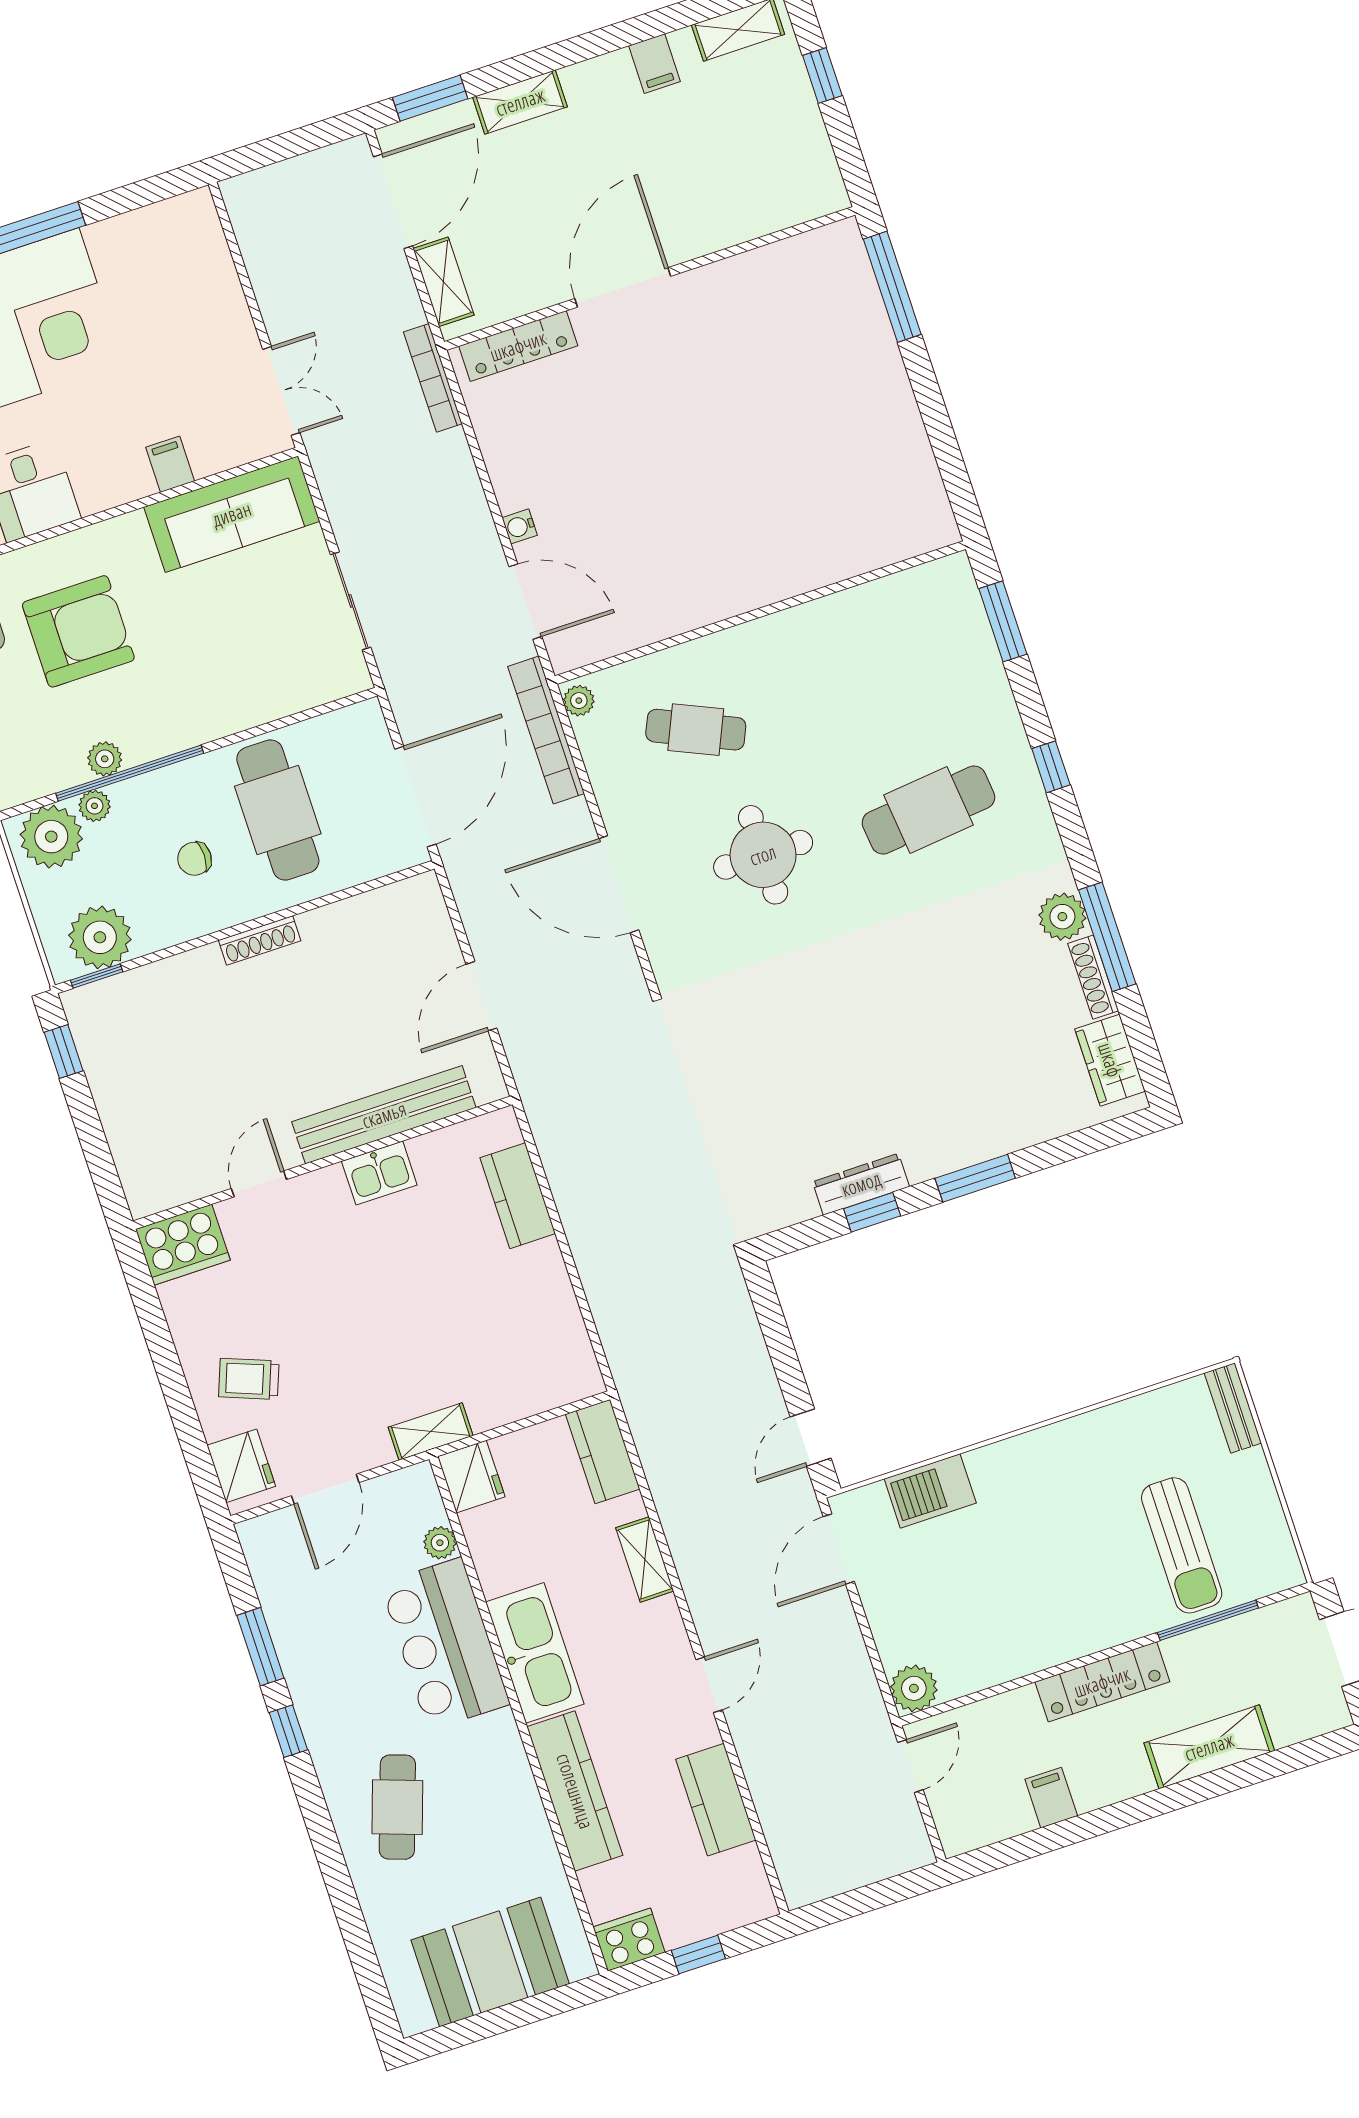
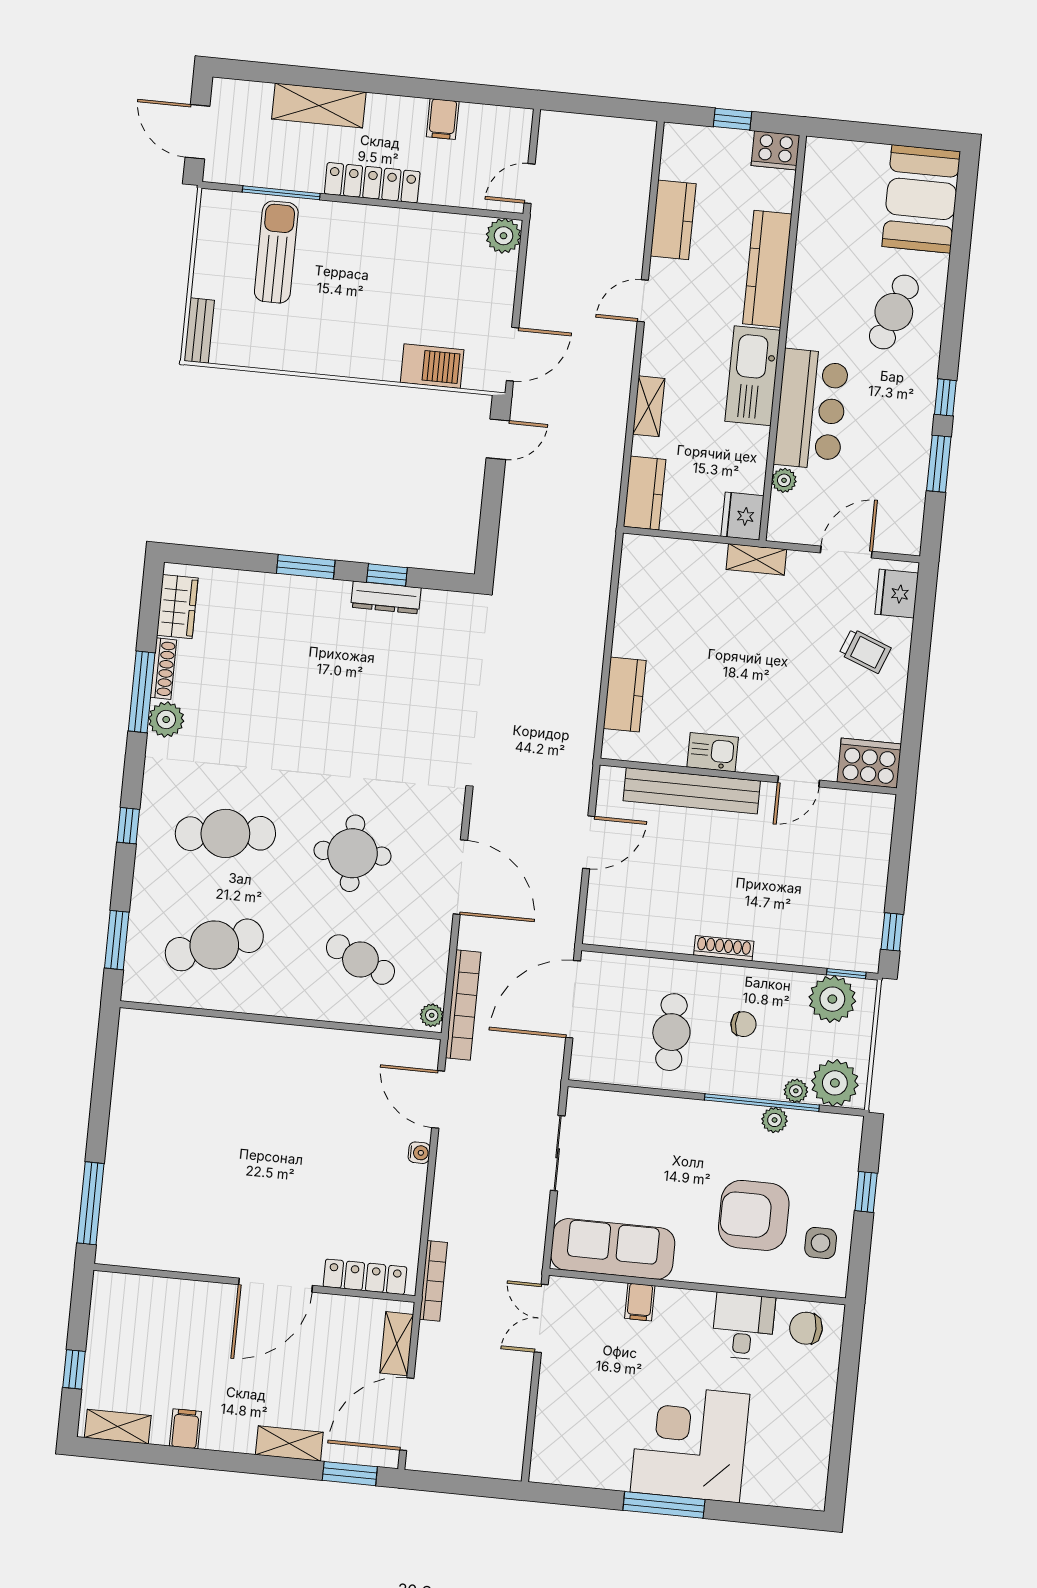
cafe table: (882, 668) -> (214, 945), added
cafe table: (278, 810) -> (671, 1032), width x0.73, depth x0.74
booth: (490, 1962) -> (921, 199), moved, turned 90

